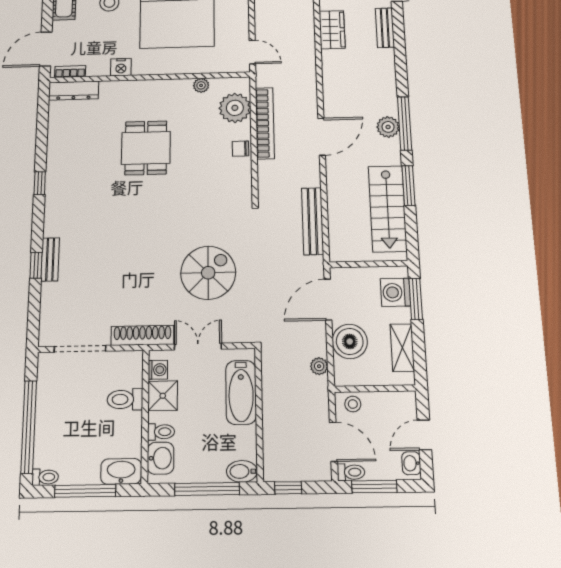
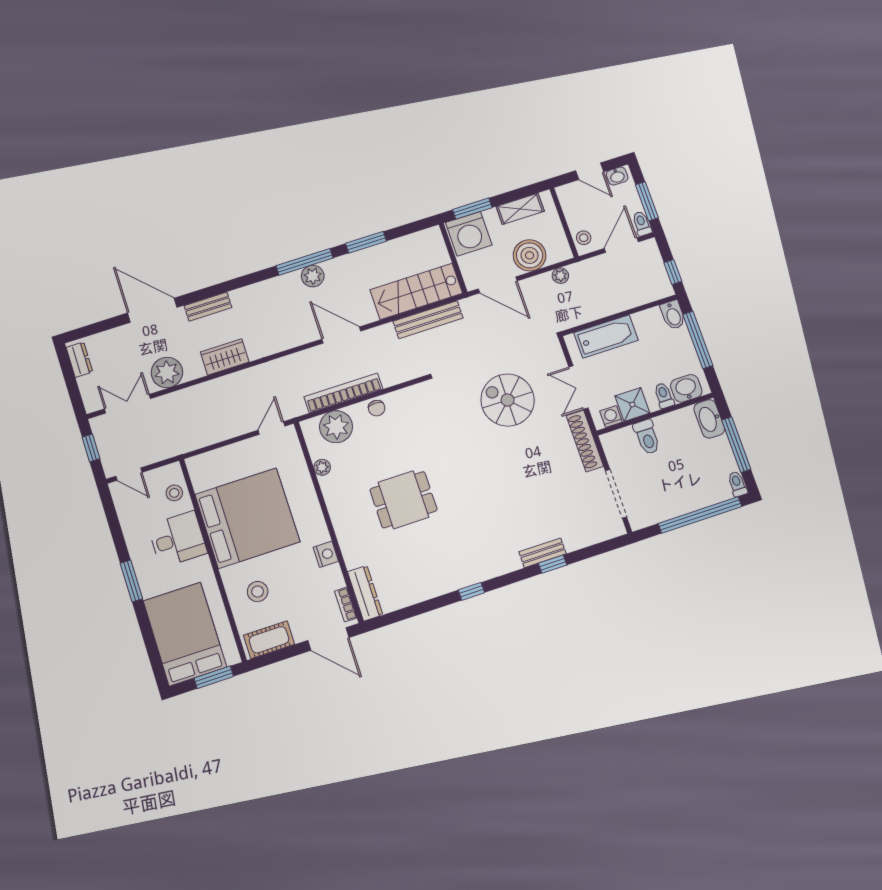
stairs: (388, 209) -> (416, 292), moved, turned 180
washing machine: (395, 292) -> (469, 234), width x1.37, depth x1.37

